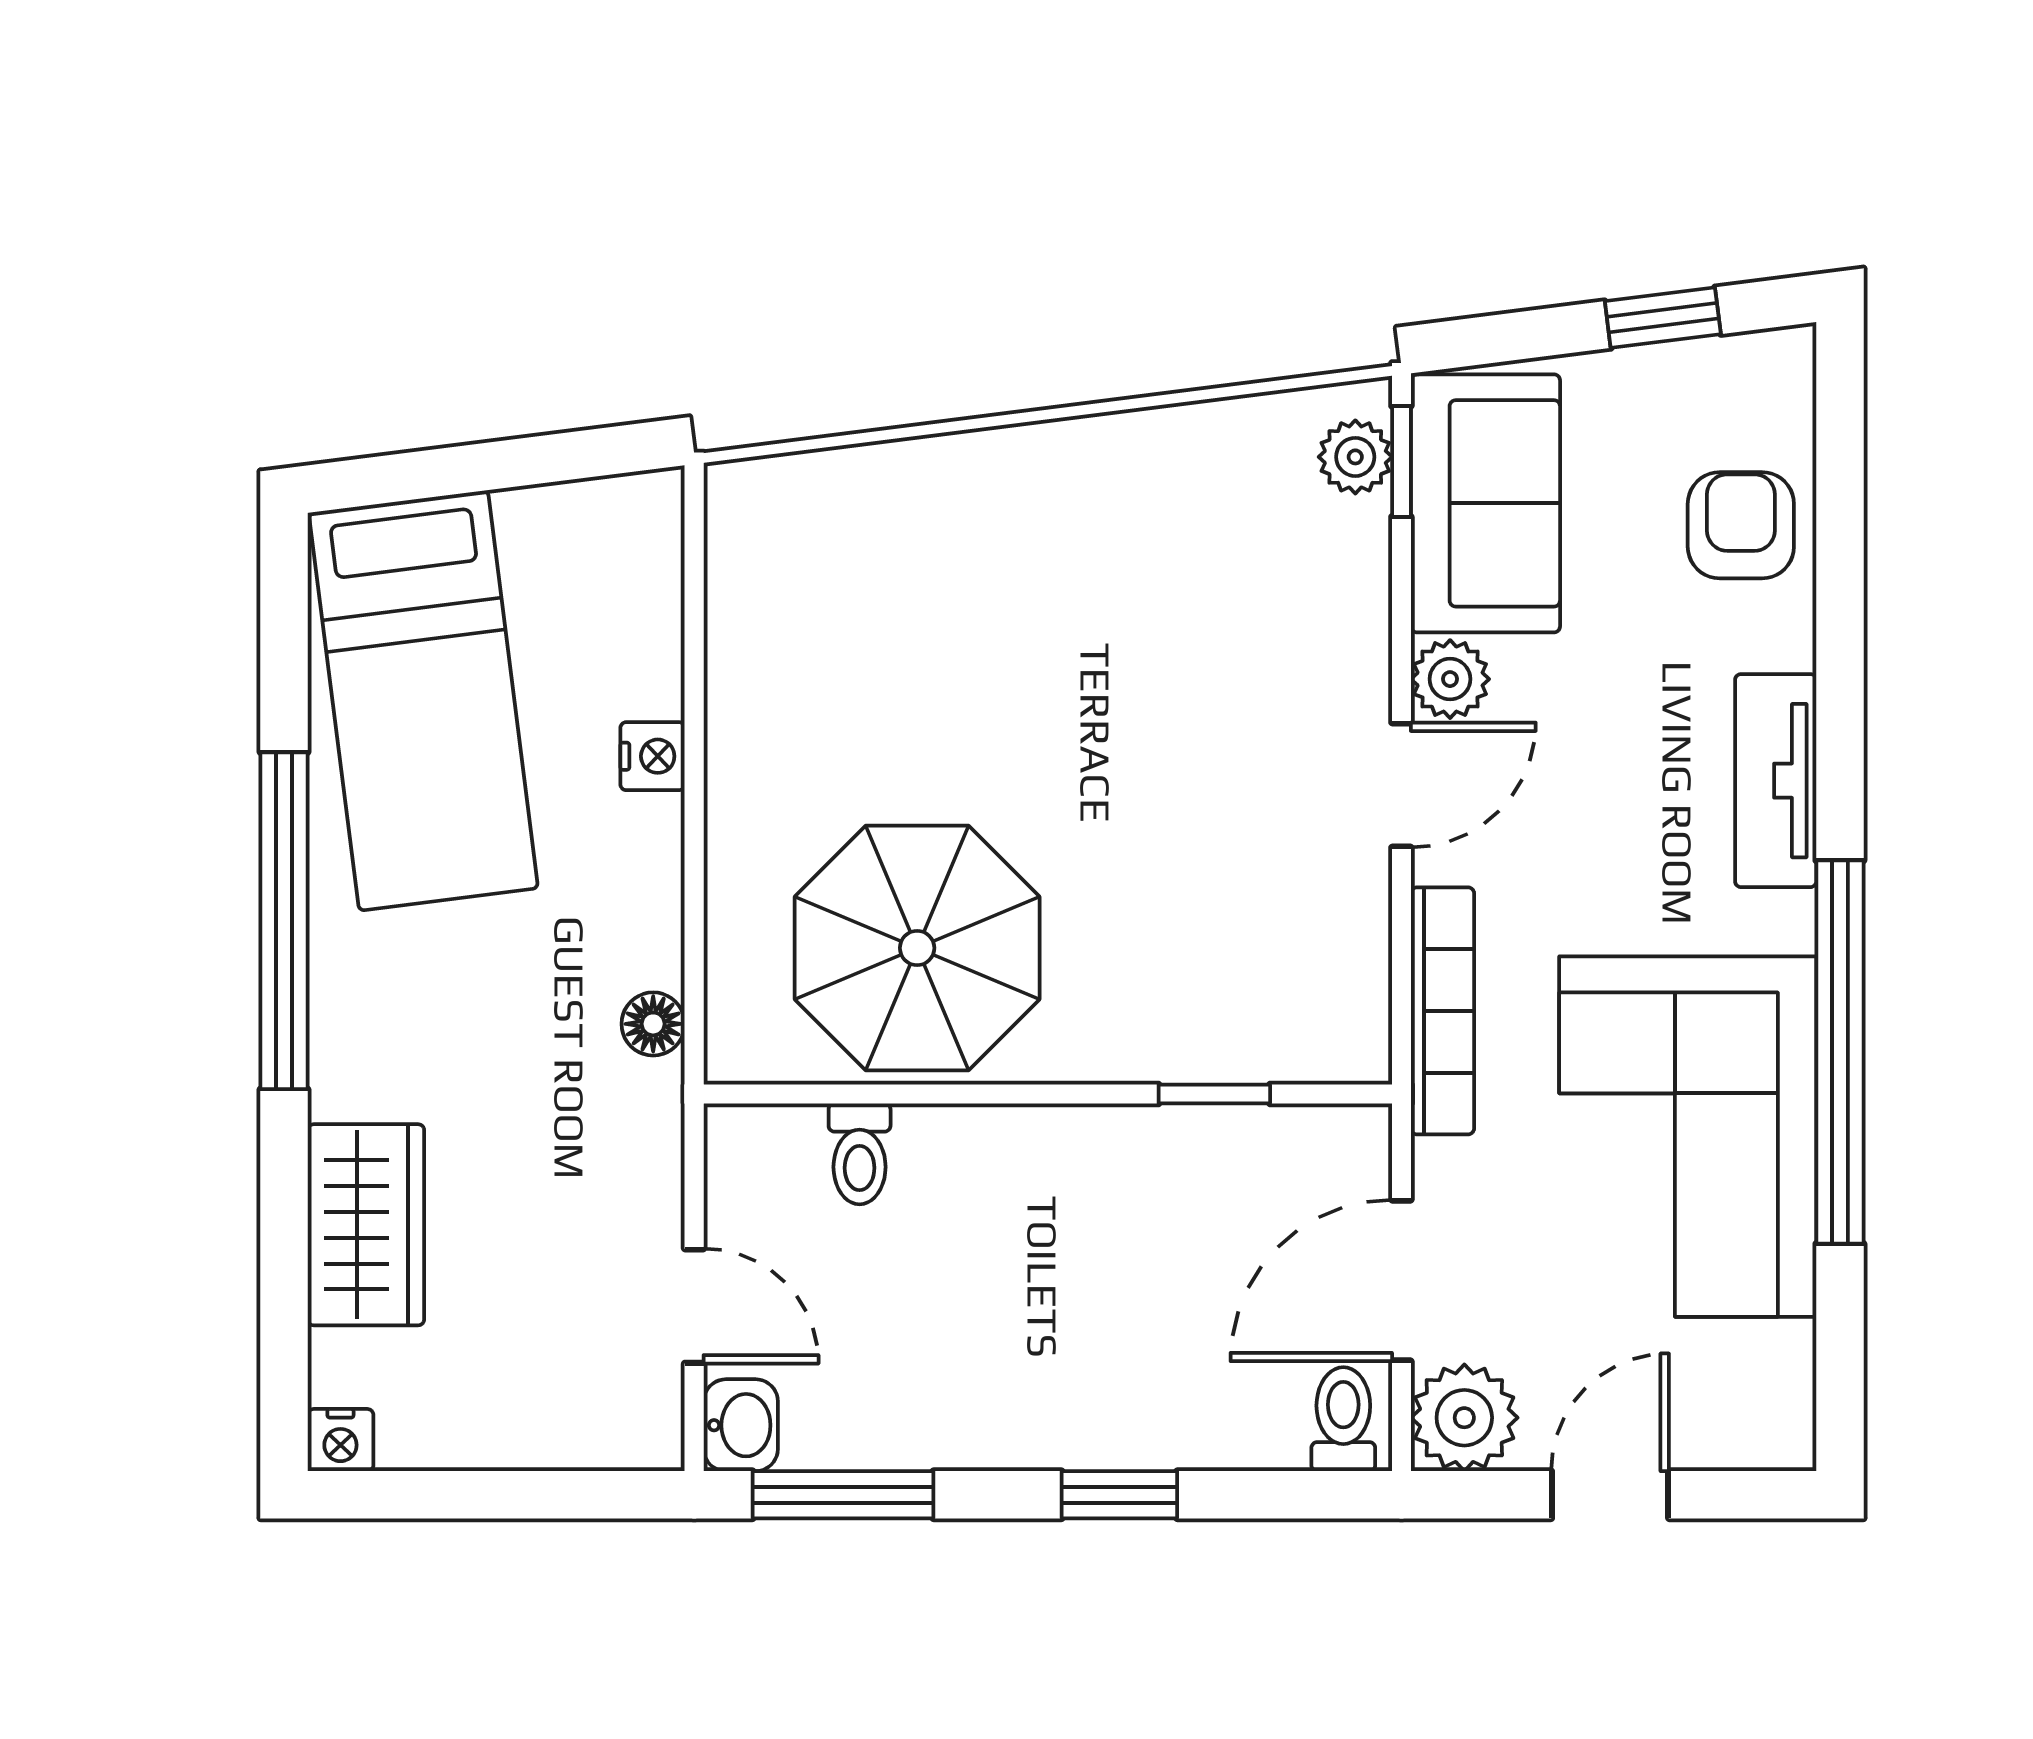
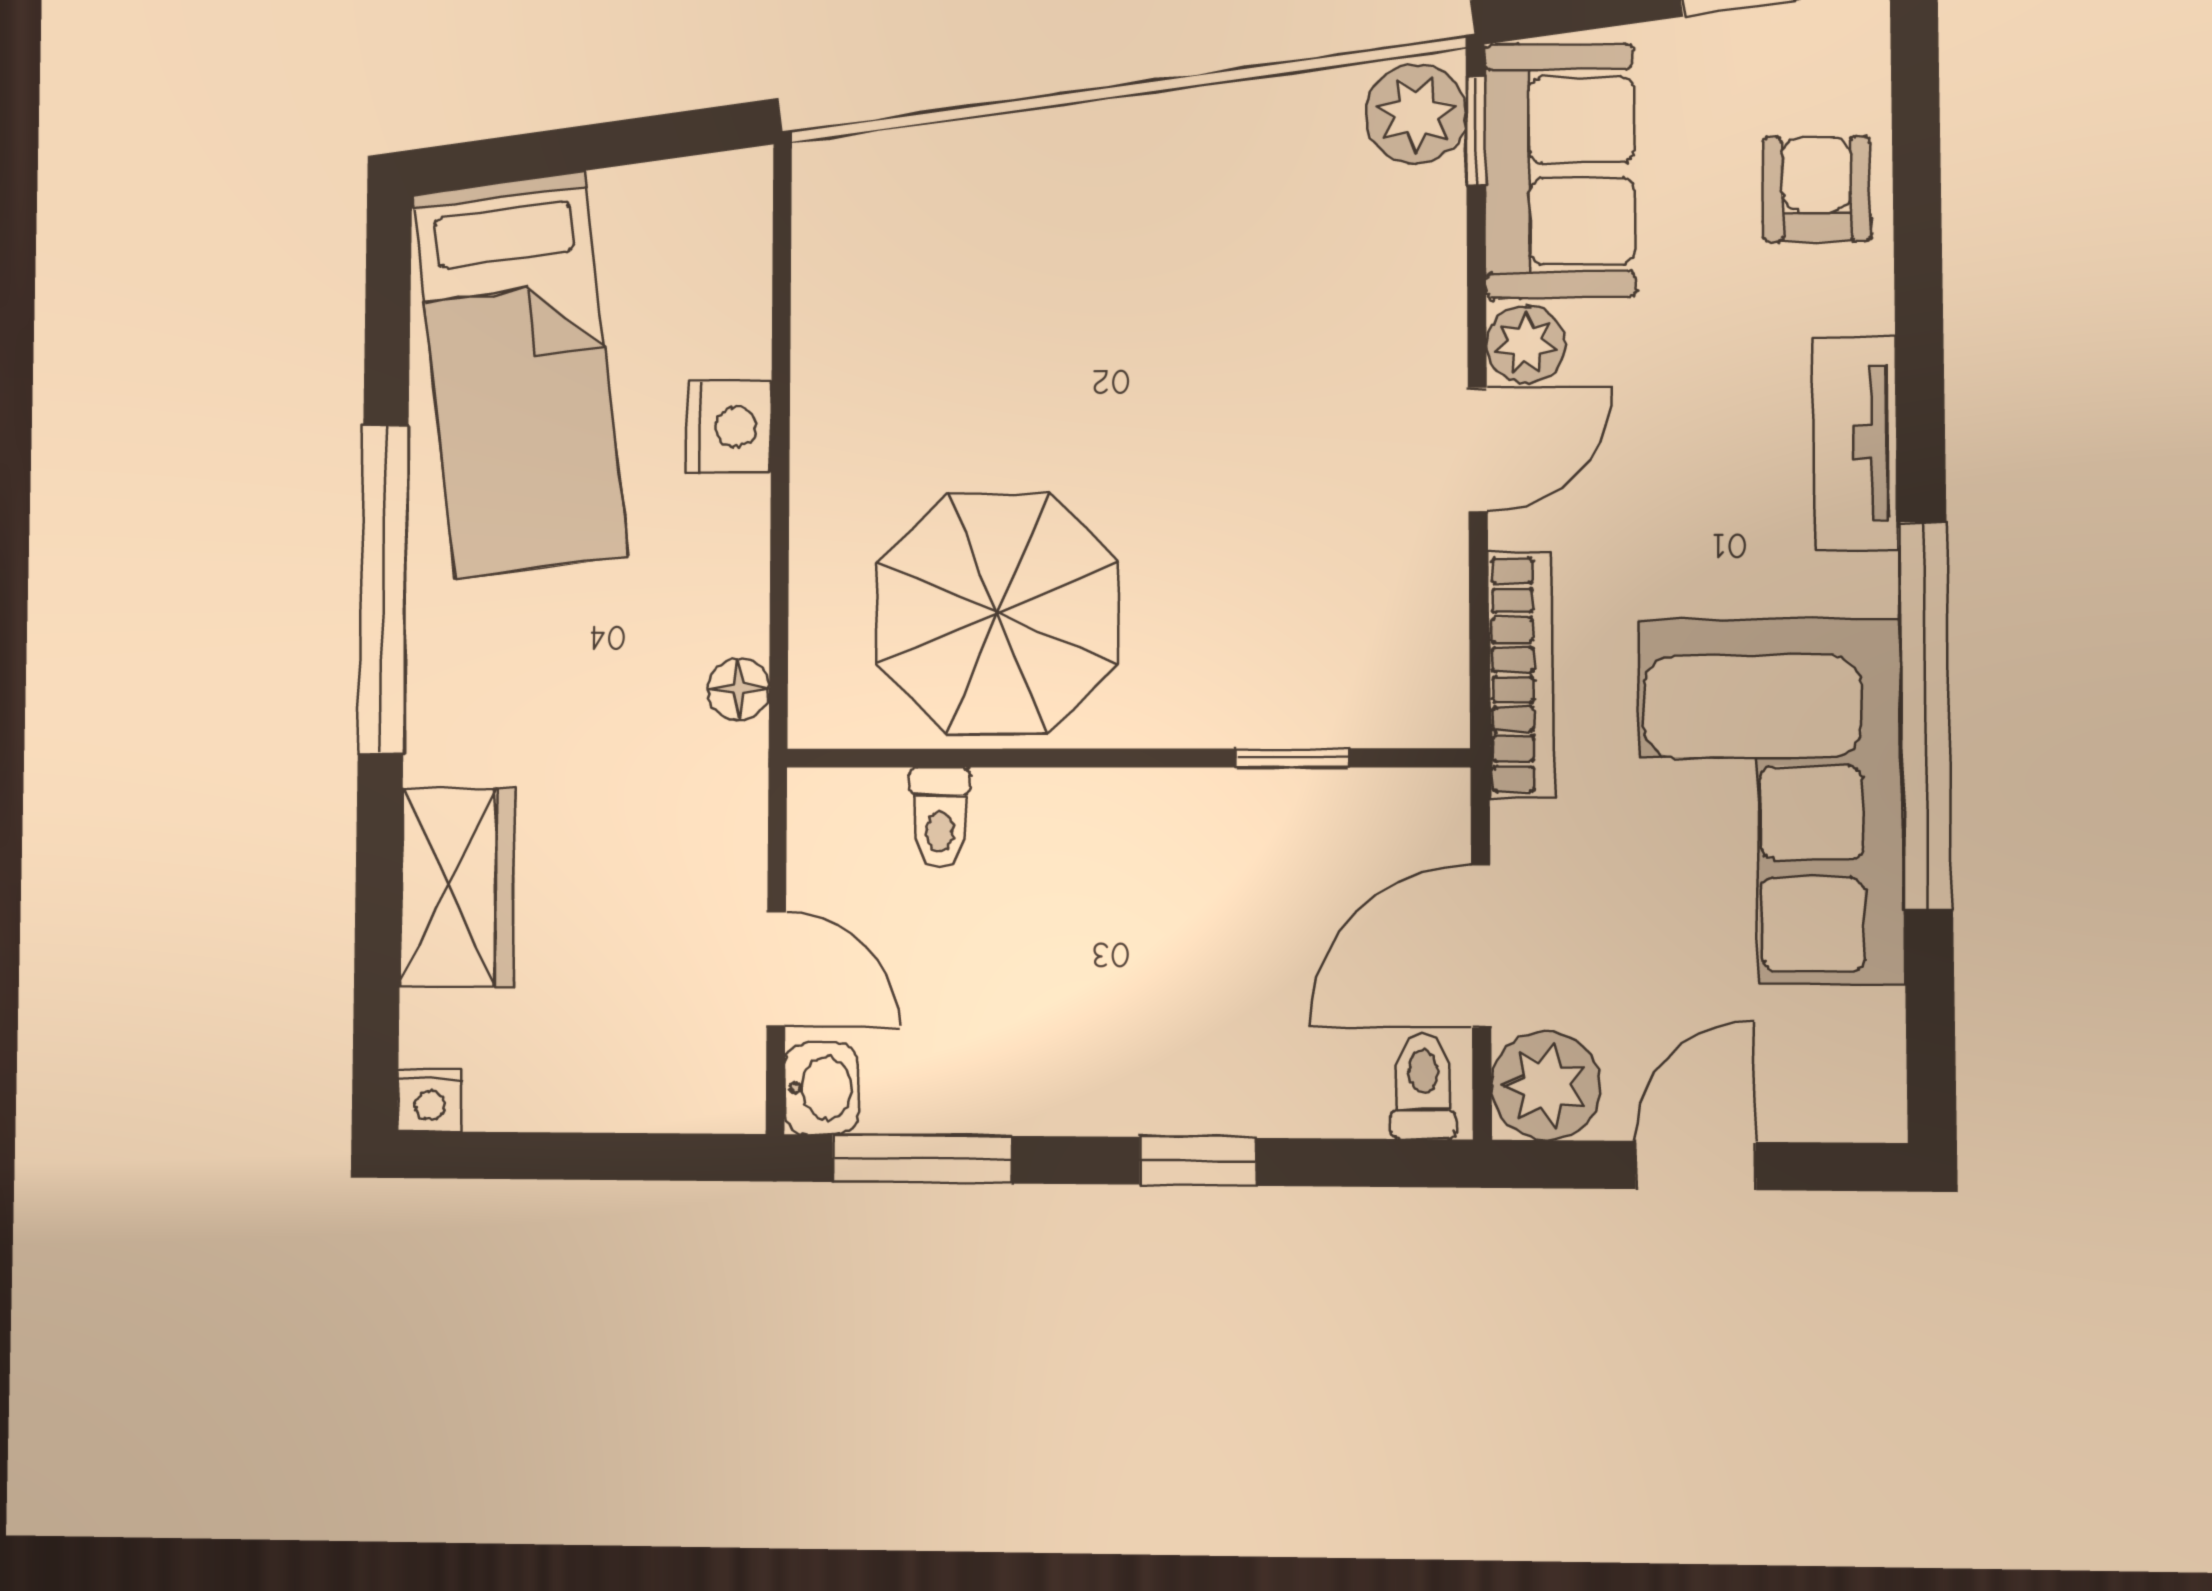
plant: (1355, 457) -> (1416, 114), width x1.38, depth x1.38
nightstand: (653, 756) -> (729, 427), width x1.39, depth x1.35

